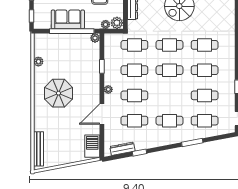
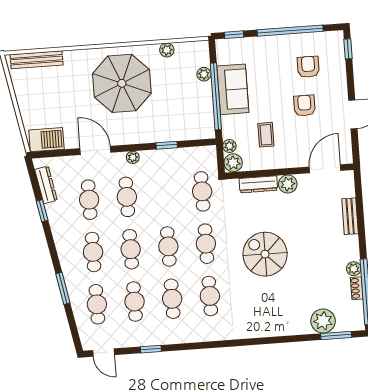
plant: (95, 38) -> (204, 74), moved
cafe table: (134, 70) -> (131, 249), moved
parasol: (58, 93) -> (122, 83), width x1.36, depth x1.36

